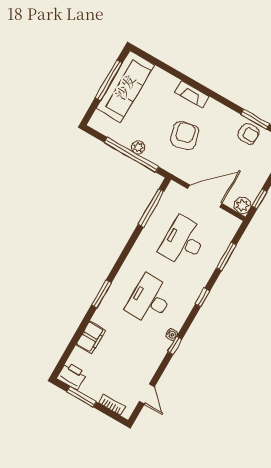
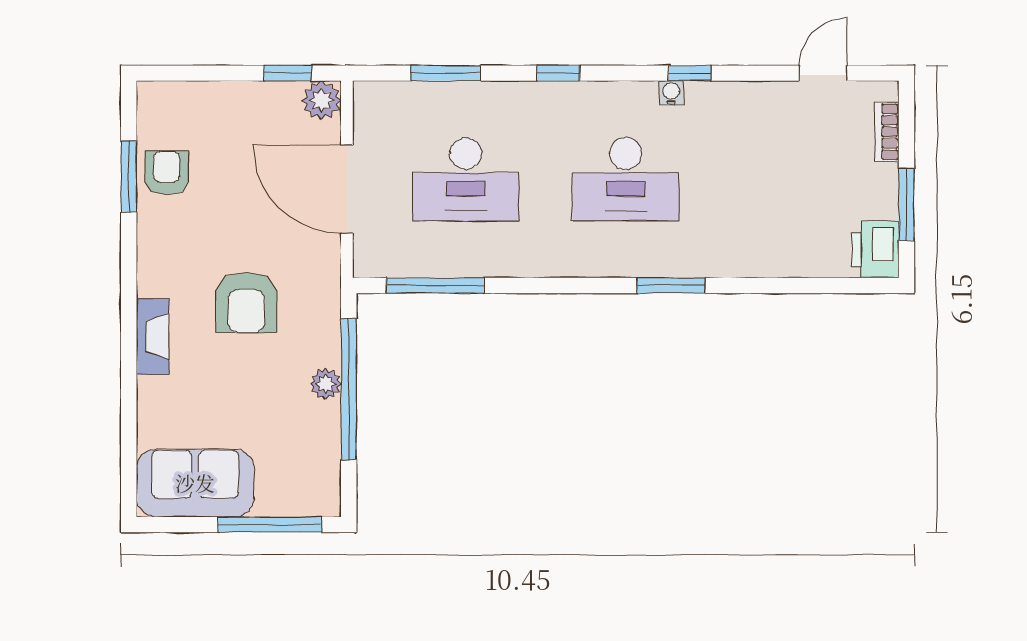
window: (109, 80) -> (270, 525), moved
sofa: (125, 87) -> (195, 483), width x0.73
armchair: (185, 136) -> (246, 303), turned -76
filing cabinet: (91, 337) -> (773, 256), removed

